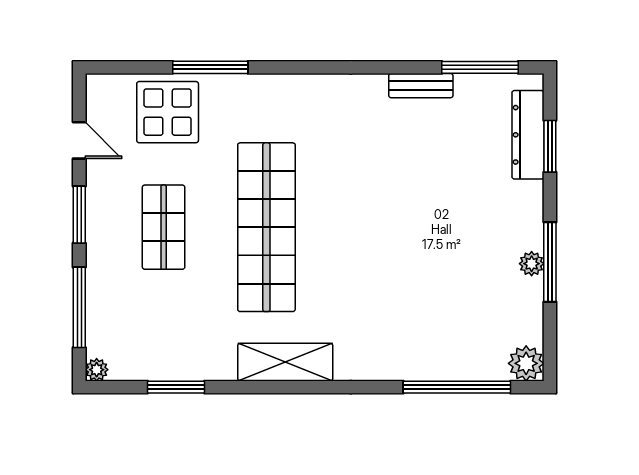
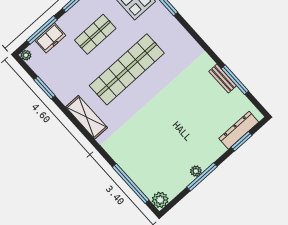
window: (480, 67) -> (235, 80), moved
freezer: (104, 305) -> (50, 38), added

